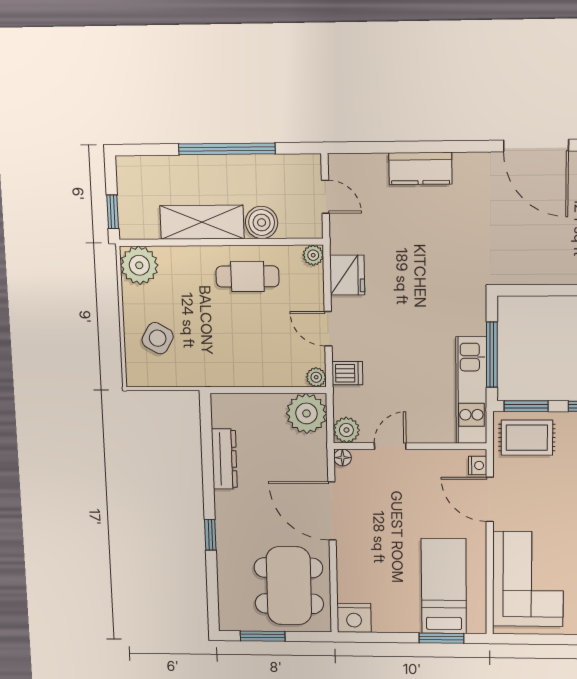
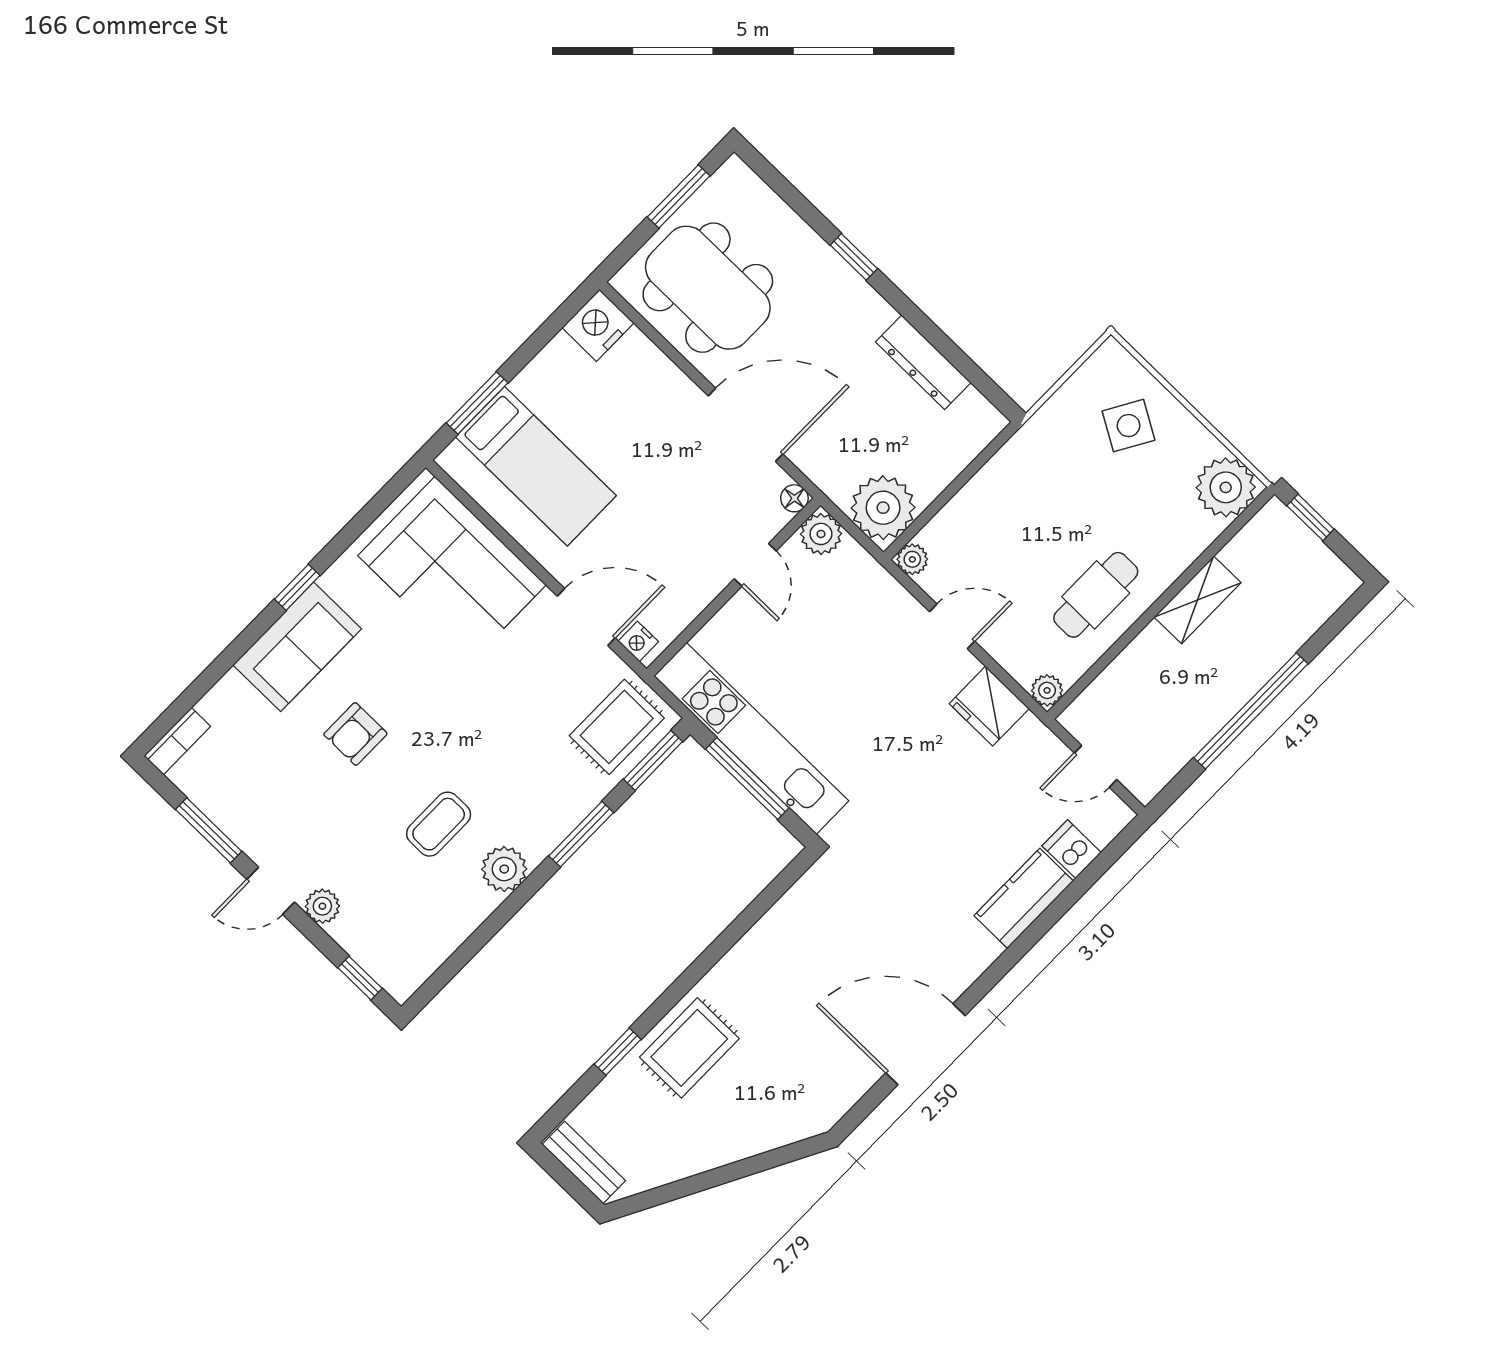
shelving: (202, 222) -> (1198, 600), width x0.67, depth x0.75
boiler: (262, 222) -> (1137, 669), removed
dishwasher: (347, 373) -> (1072, 849), moved, turned 90
kitchen unit: (471, 390) -> (751, 738), width x1.36

